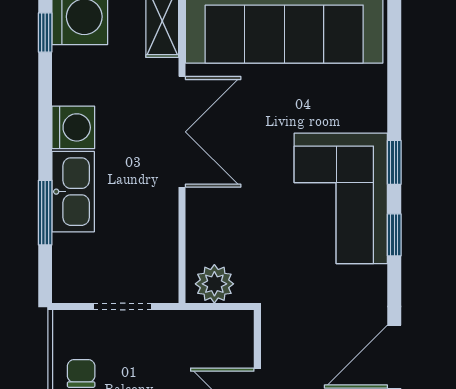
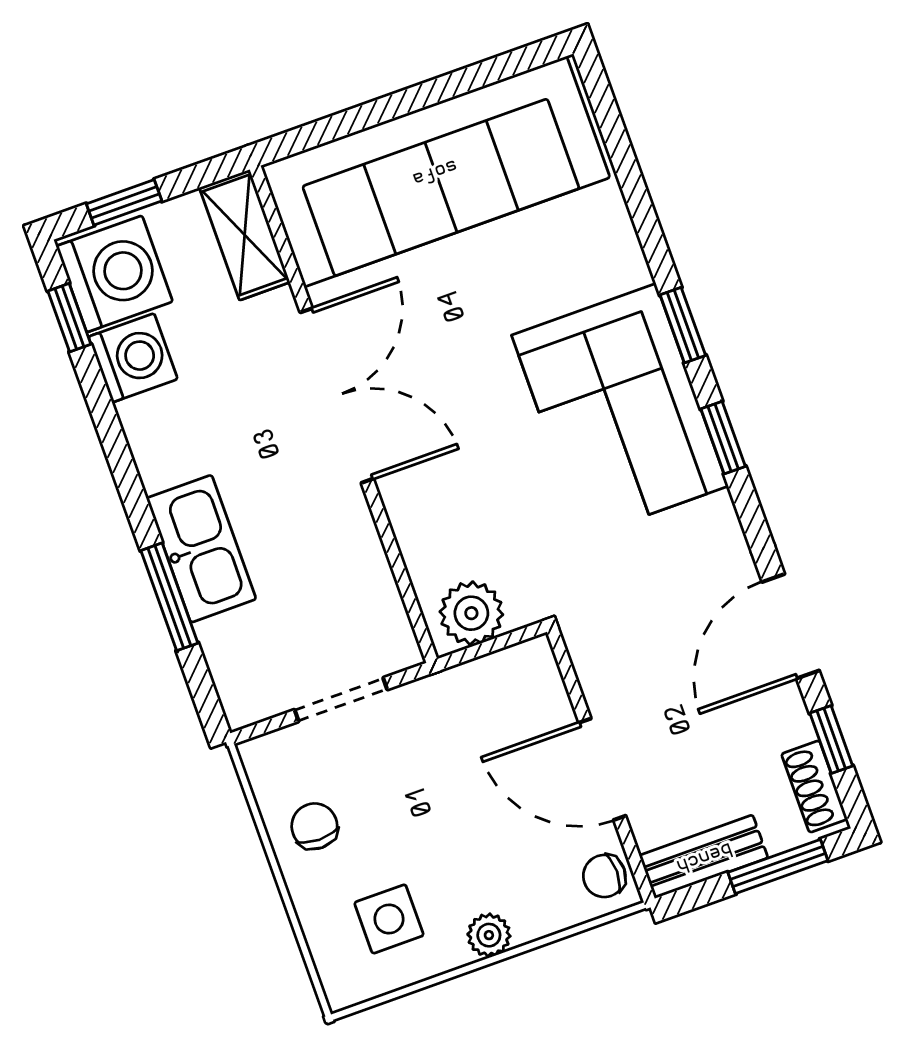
washing machine: (73, 127) -> (133, 358), moved

